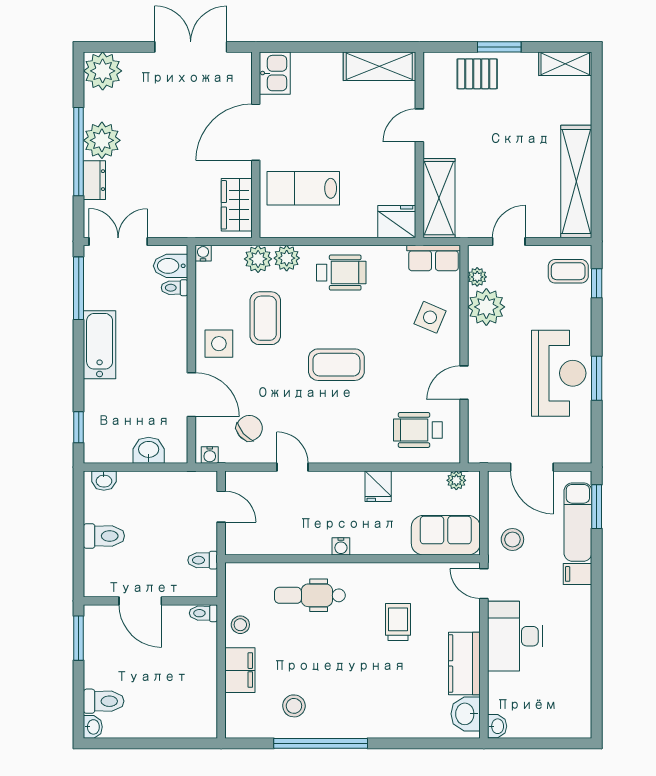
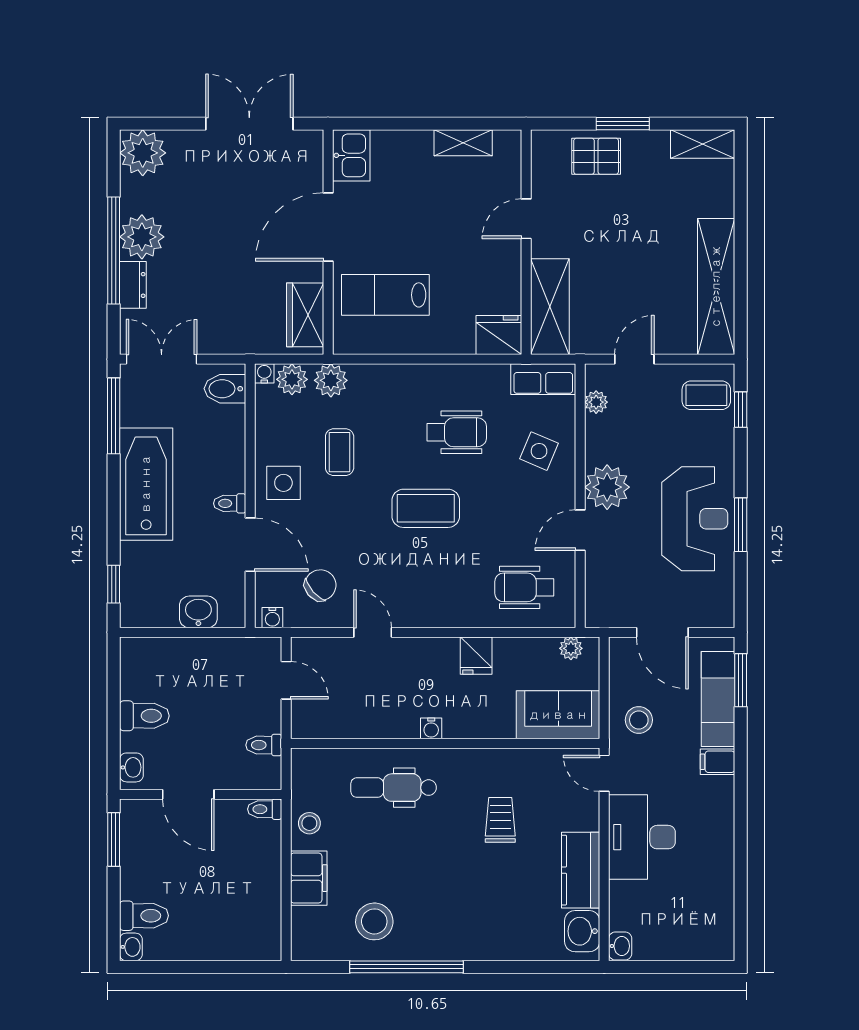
shelving: (379, 66) -> (463, 143), width x0.67, depth x0.75
plant: (287, 258) -> (292, 379), moved
wheelchair: (341, 273) -> (457, 432), moved
toilet: (174, 288) -> (230, 503), moved
plant: (486, 307) -> (607, 487), moved
coffee table: (265, 318) -> (340, 452), width x0.73, depth x0.77
bathtub: (100, 345) -> (146, 484), width x1.36, depth x1.36
washbasin: (104, 481) -> (131, 767), moved, turned -90
stool: (294, 706) -> (374, 921), width x1.38, depth x1.38

